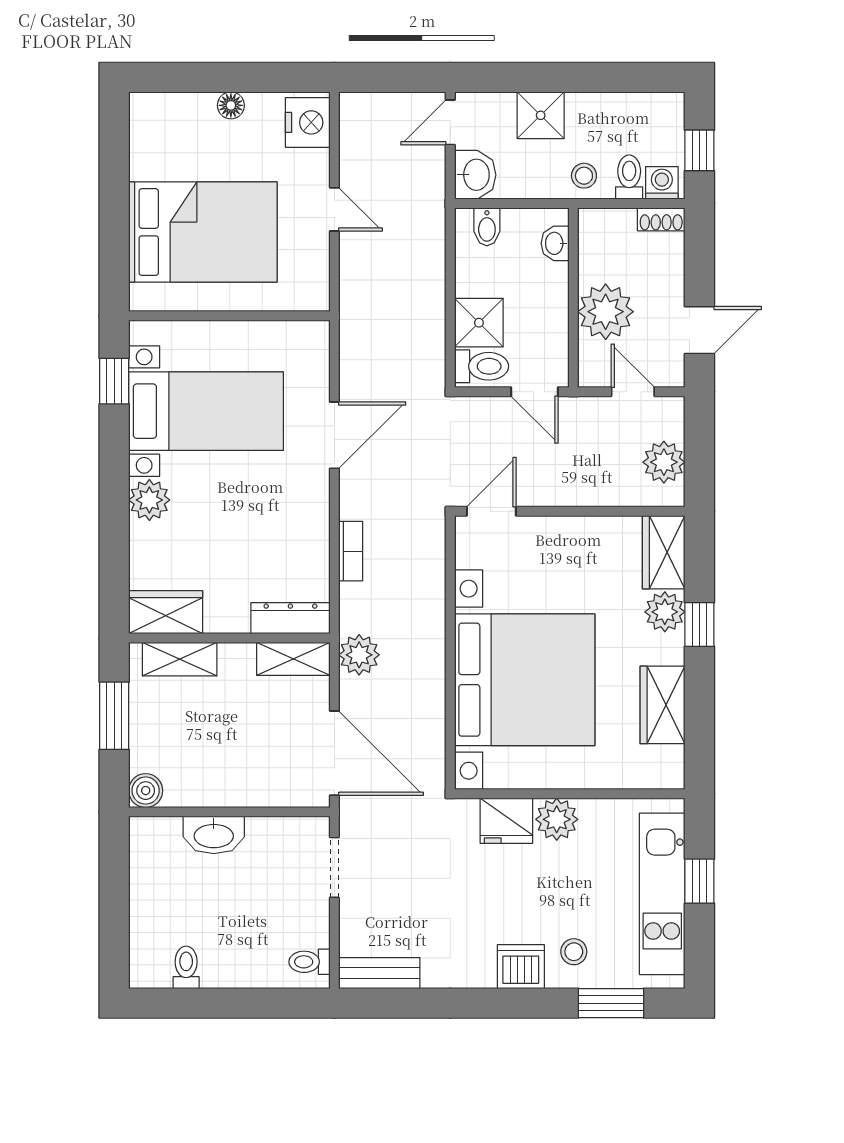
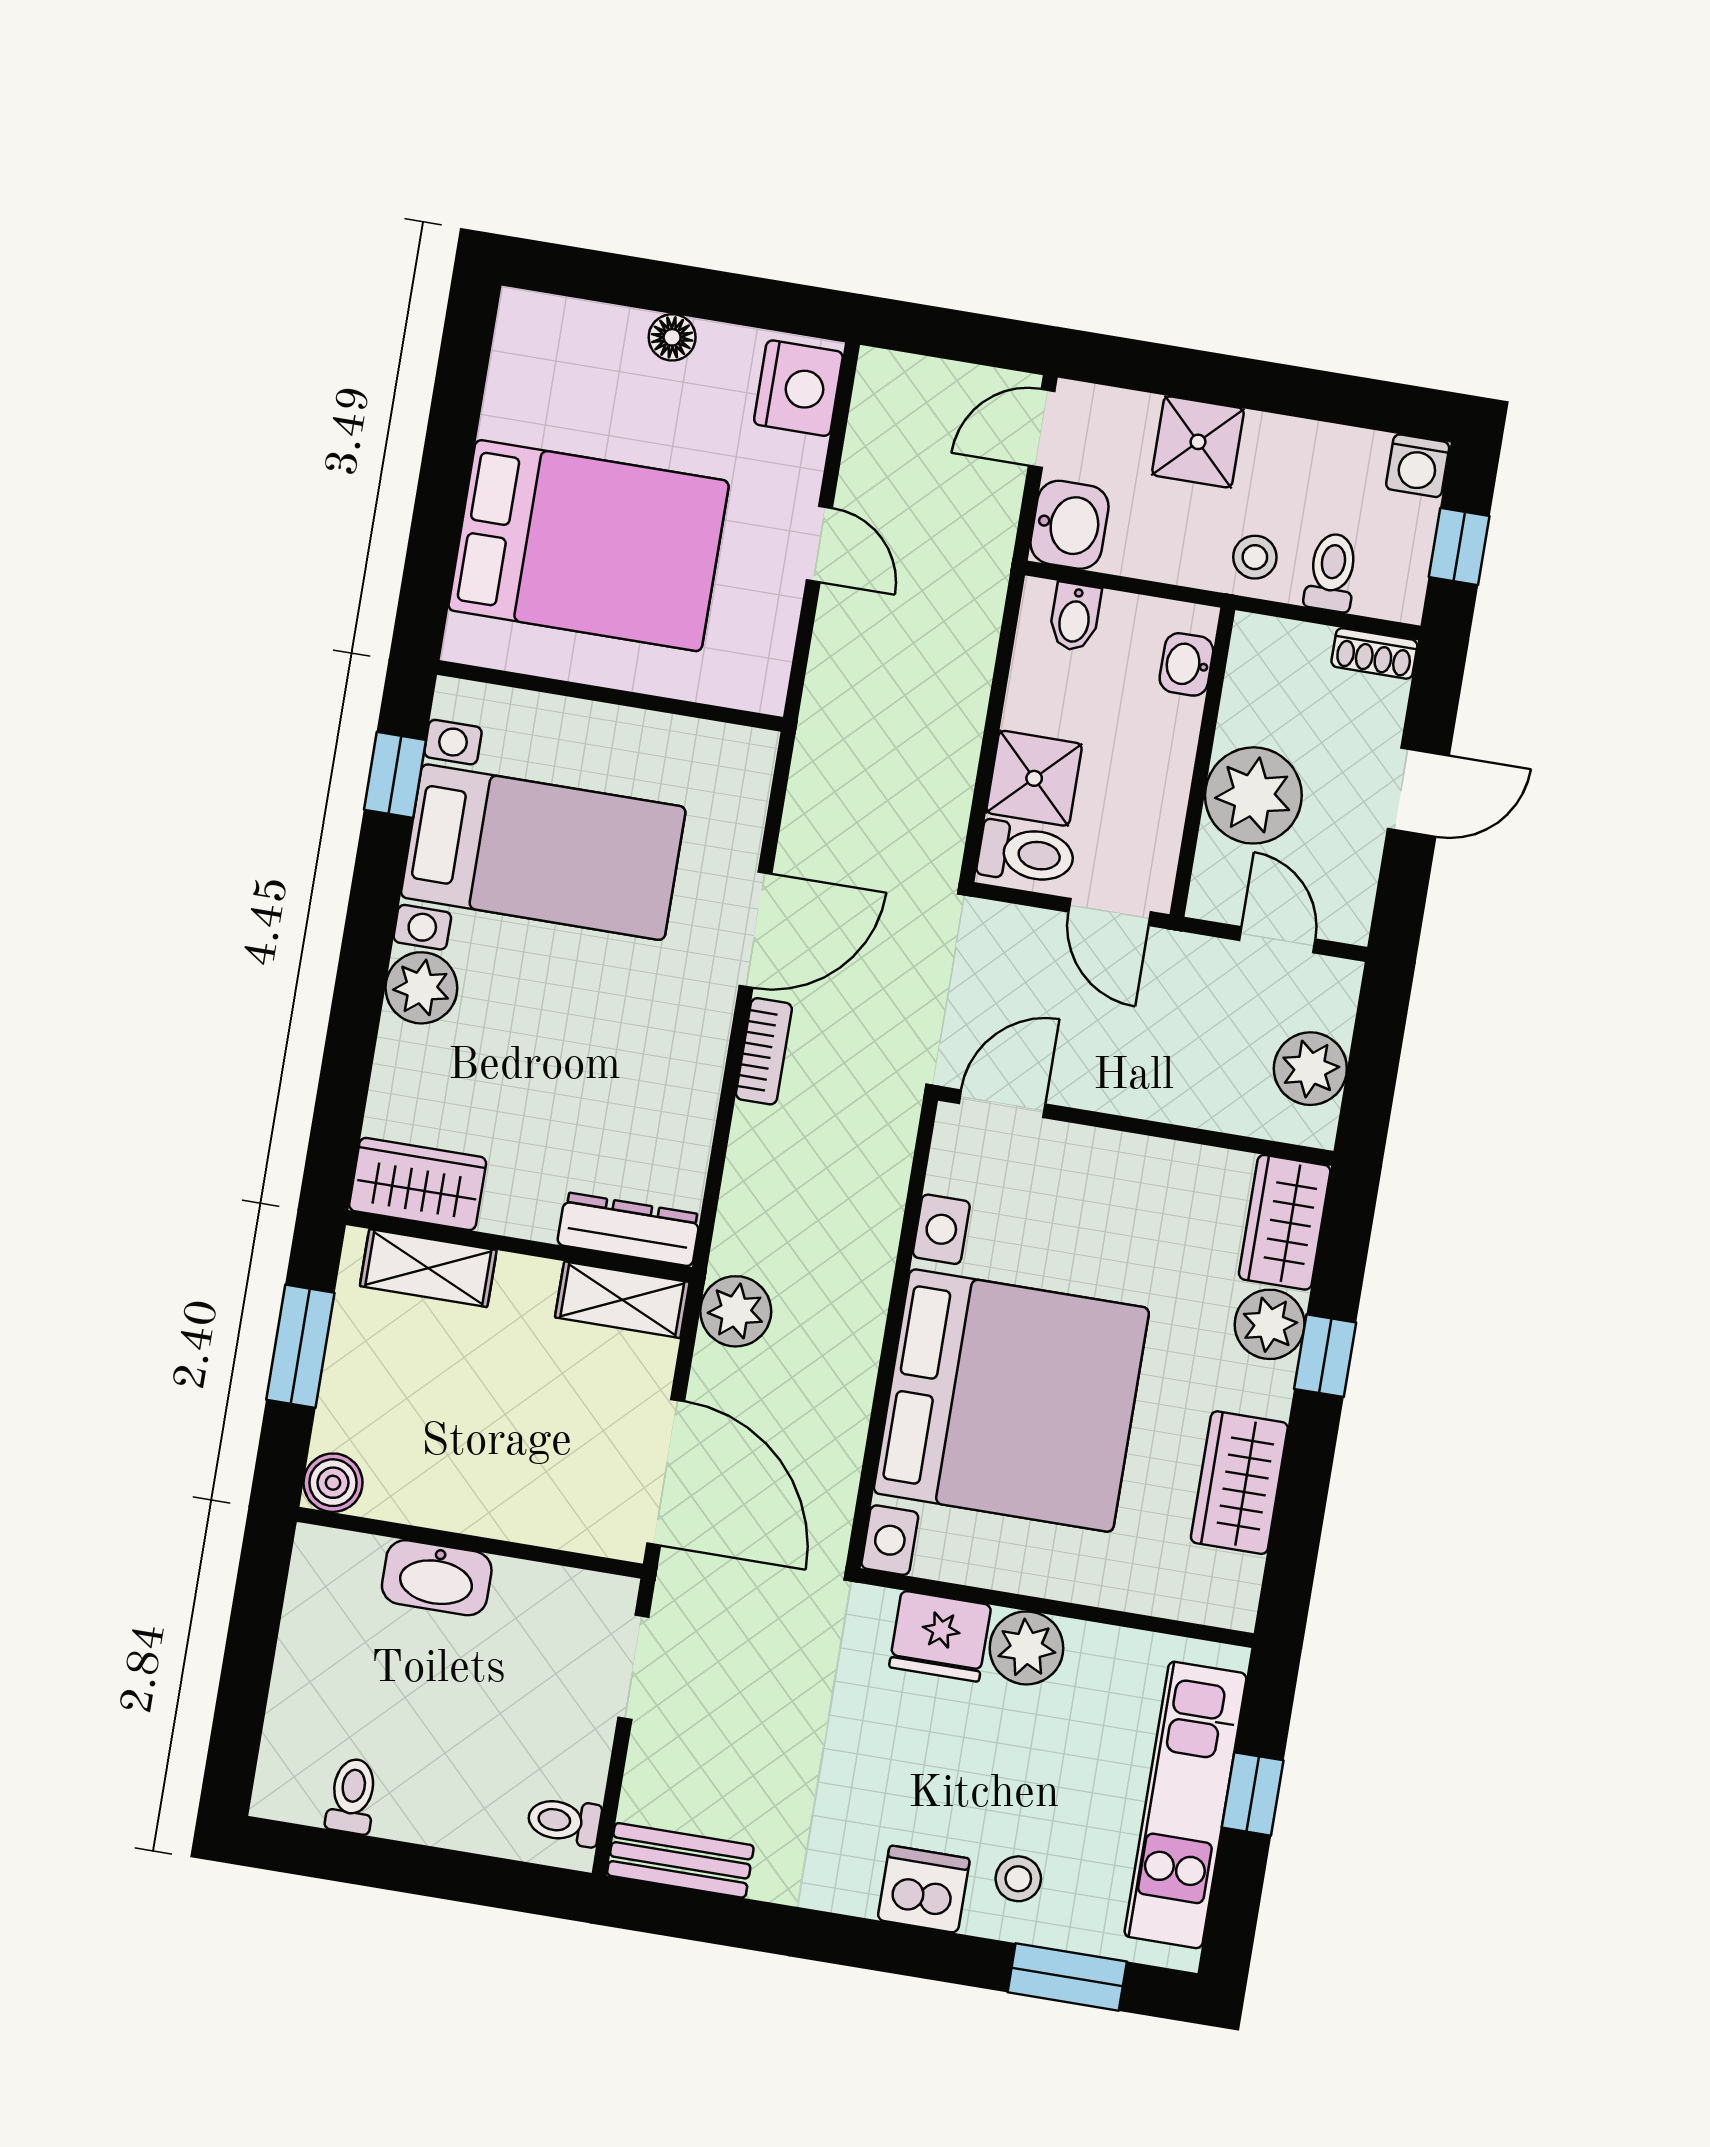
washing machine: (662, 183) -> (1418, 466), moved, turned 180
door: (699, 330) -> (1418, 792), moved
bookcase: (351, 551) -> (764, 1051), moved

